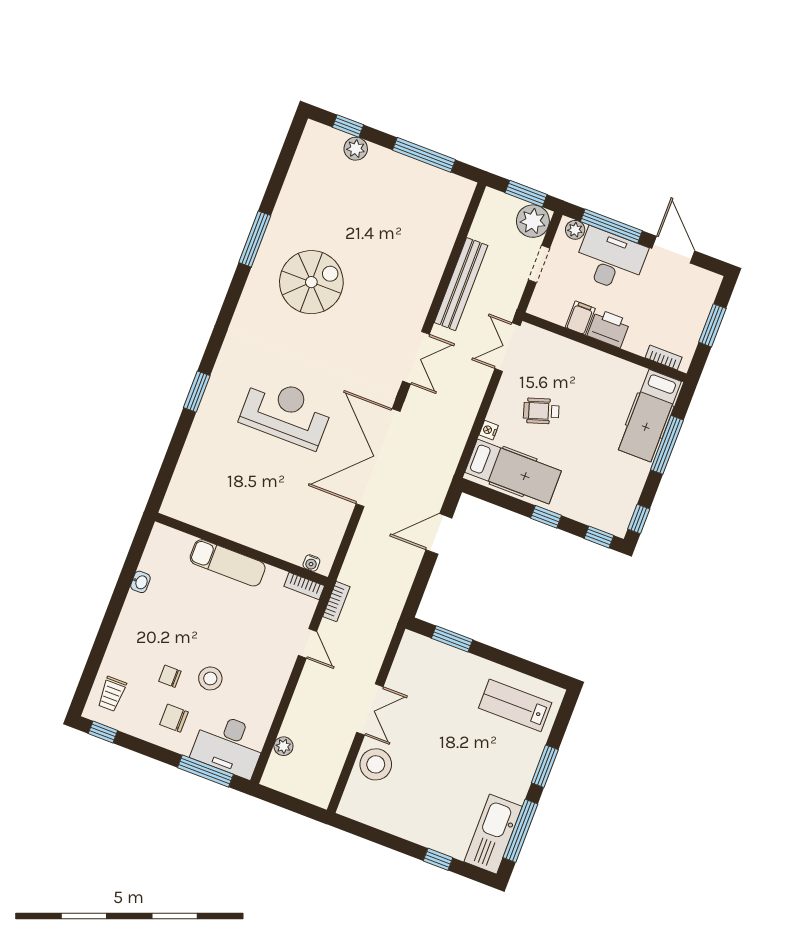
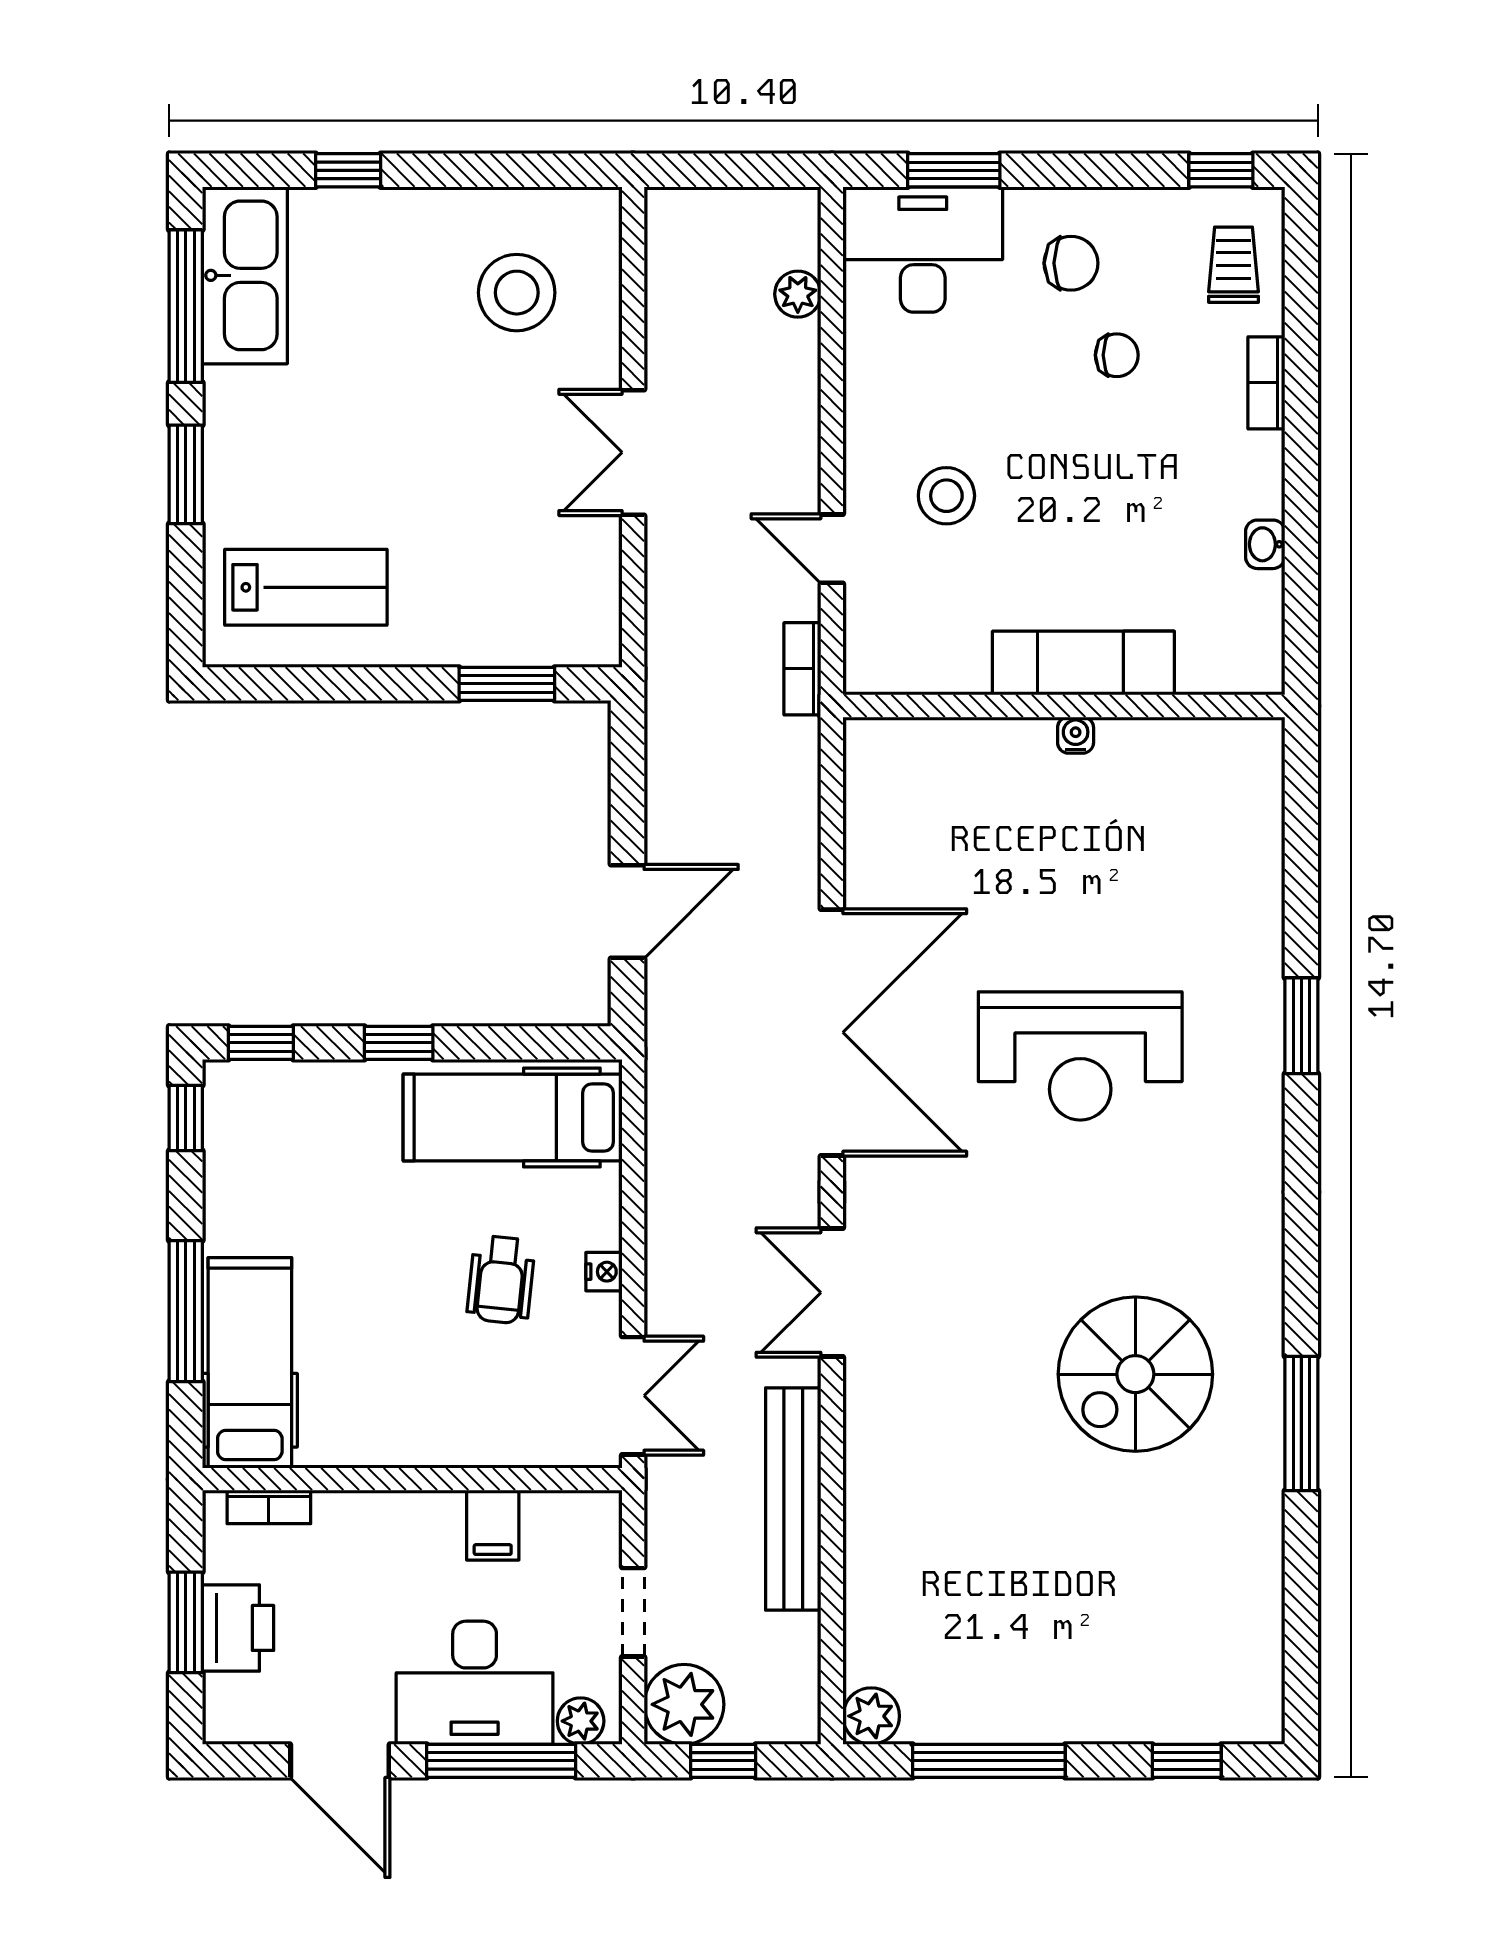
plant: (356, 149) -> (871, 1716), moved
window: (526, 194) -> (723, 1761), width x0.67
printer: (609, 328) -> (238, 1628), moved, turned -90
wheelchair: (541, 411) -> (501, 1280), turned 114
nightstand: (489, 430) -> (604, 1272), moved
water cooler: (311, 563) -> (1076, 735), moved
bookcase: (304, 586) -> (1266, 383), moved, turned -90
stool: (210, 678) -> (946, 496), moved
stool: (376, 764) -> (517, 293), moved
window: (205, 771) -> (954, 170), width x0.69

